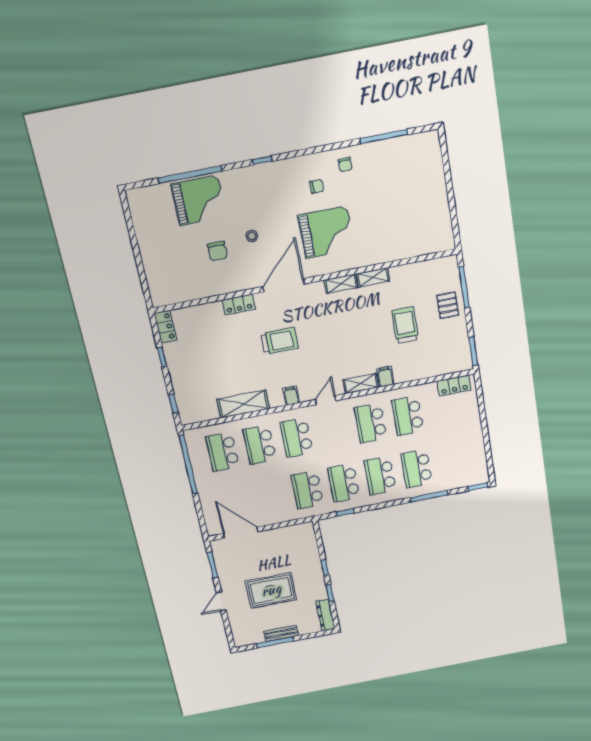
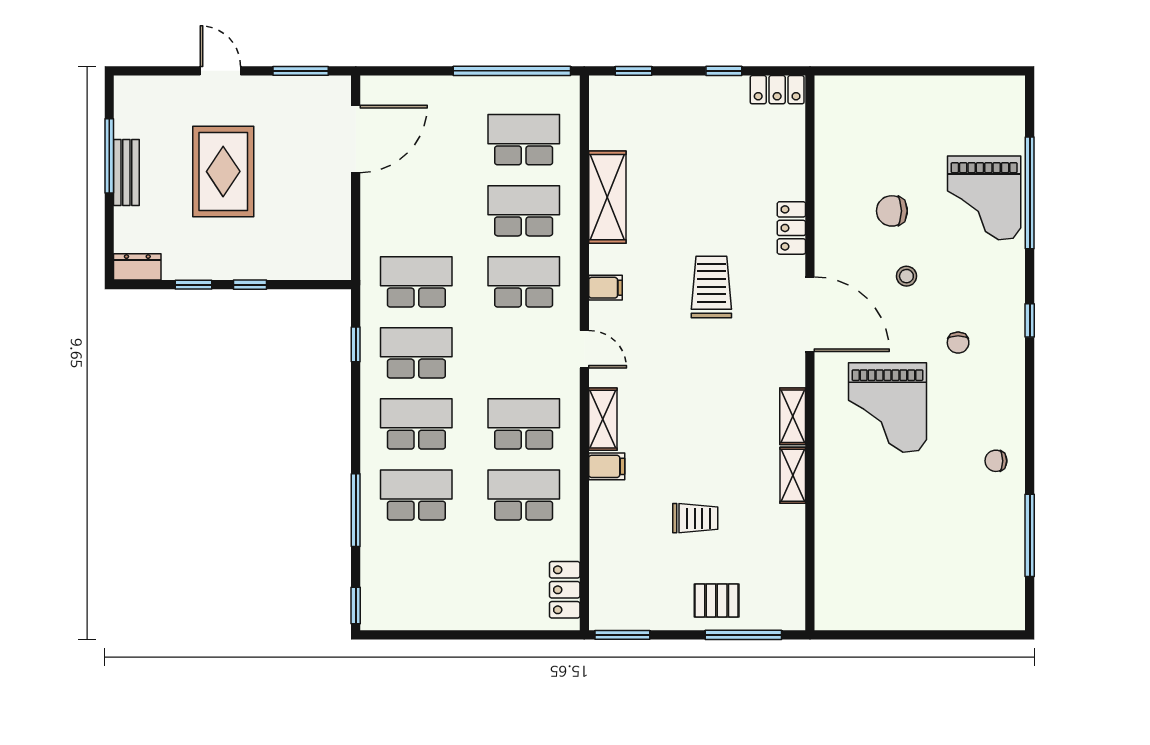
chair: (317, 186) -> (958, 343), moved
trolley: (405, 325) -> (695, 518), width x0.73, depth x0.72
trolley: (280, 341) -> (711, 287), turned 180
dresser: (325, 615) -> (137, 267), width x0.70

